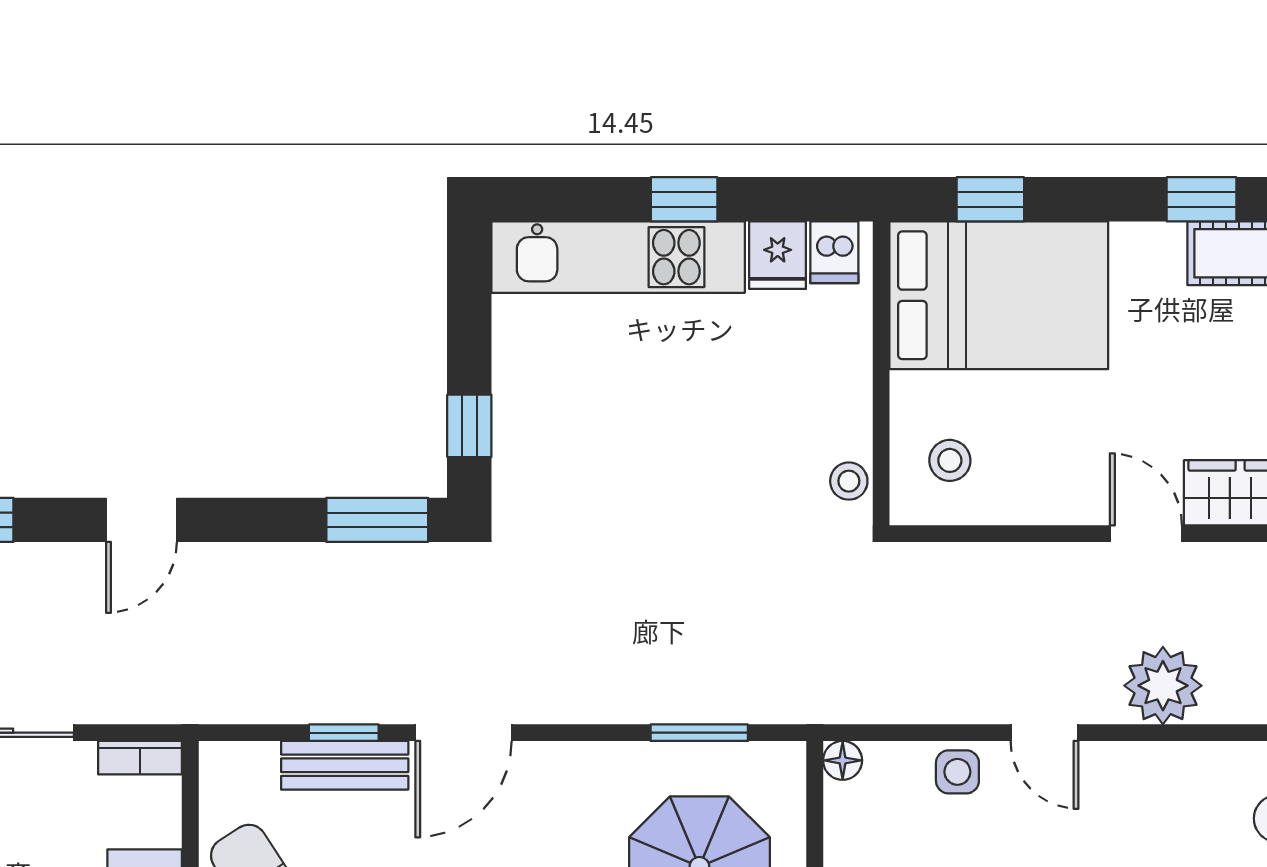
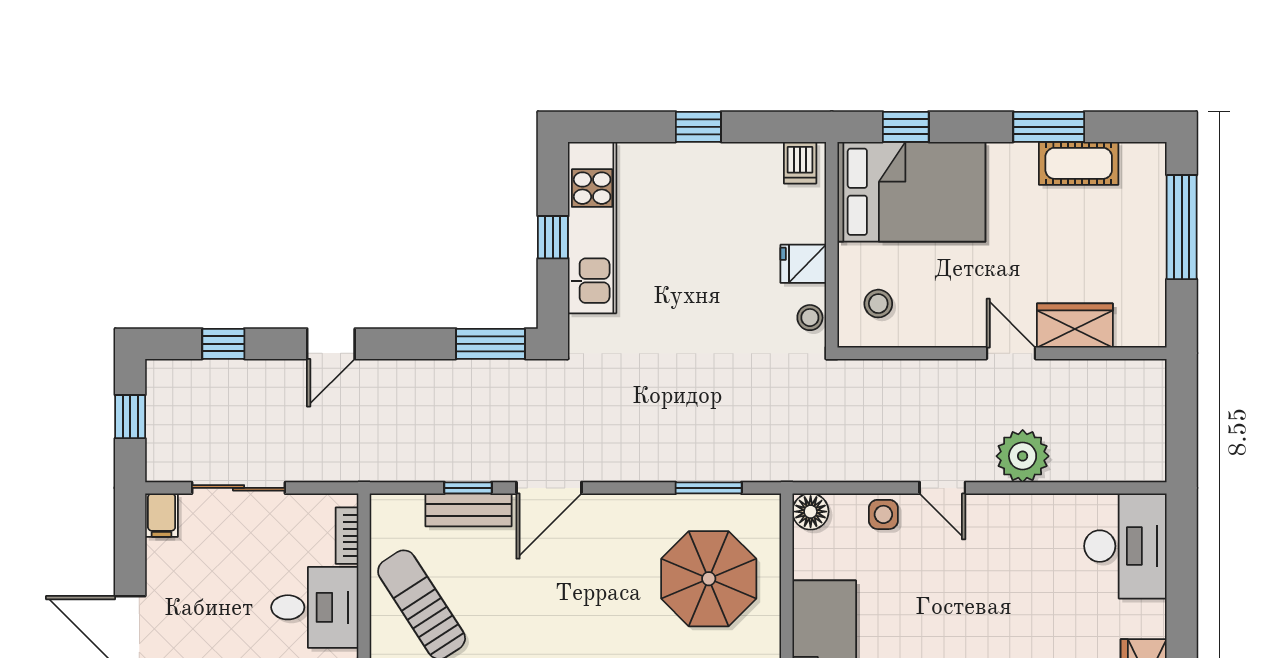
window: (1202, 199) -> (1049, 127), width x1.50
fridge: (778, 255) -> (803, 264), moved, turned 90
kitchen unit: (618, 257) -> (592, 228), moved, turned -90
window: (469, 426) -> (553, 237), moved
bookcase: (140, 758) -> (347, 536), moved, turned 90
floor lamp: (843, 760) -> (811, 512), width x1.37, depth x1.37

